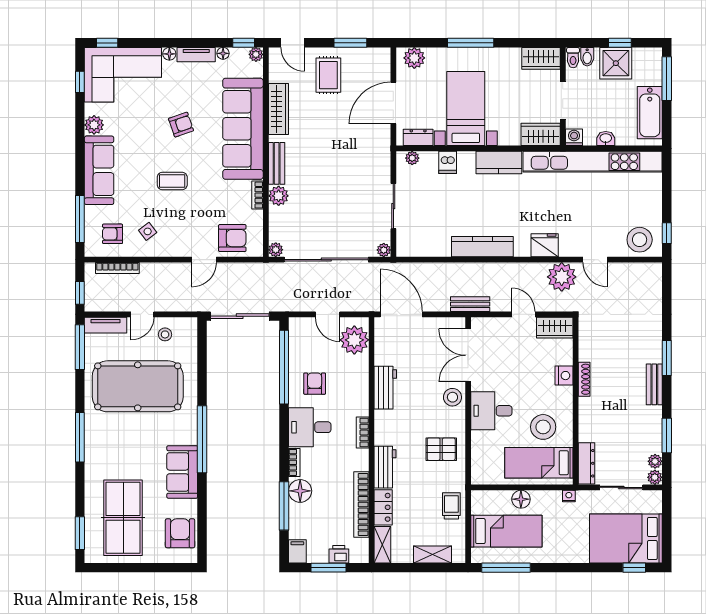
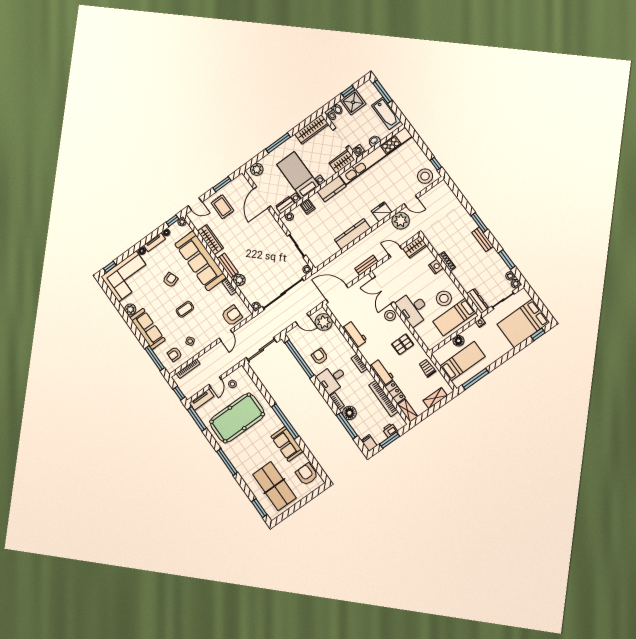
wardrobe: (541, 58) -> (312, 129), width x1.50
window: (80, 82) -> (110, 294), removed
desk: (491, 411) -> (413, 309), width x1.37

